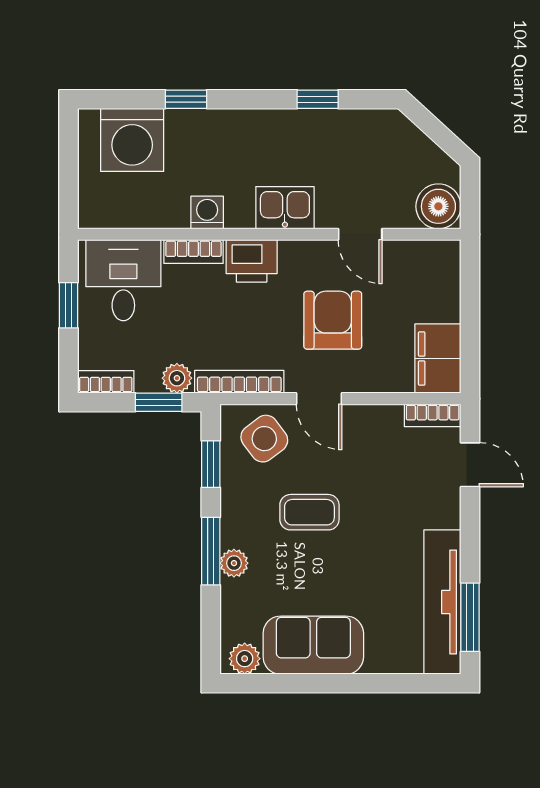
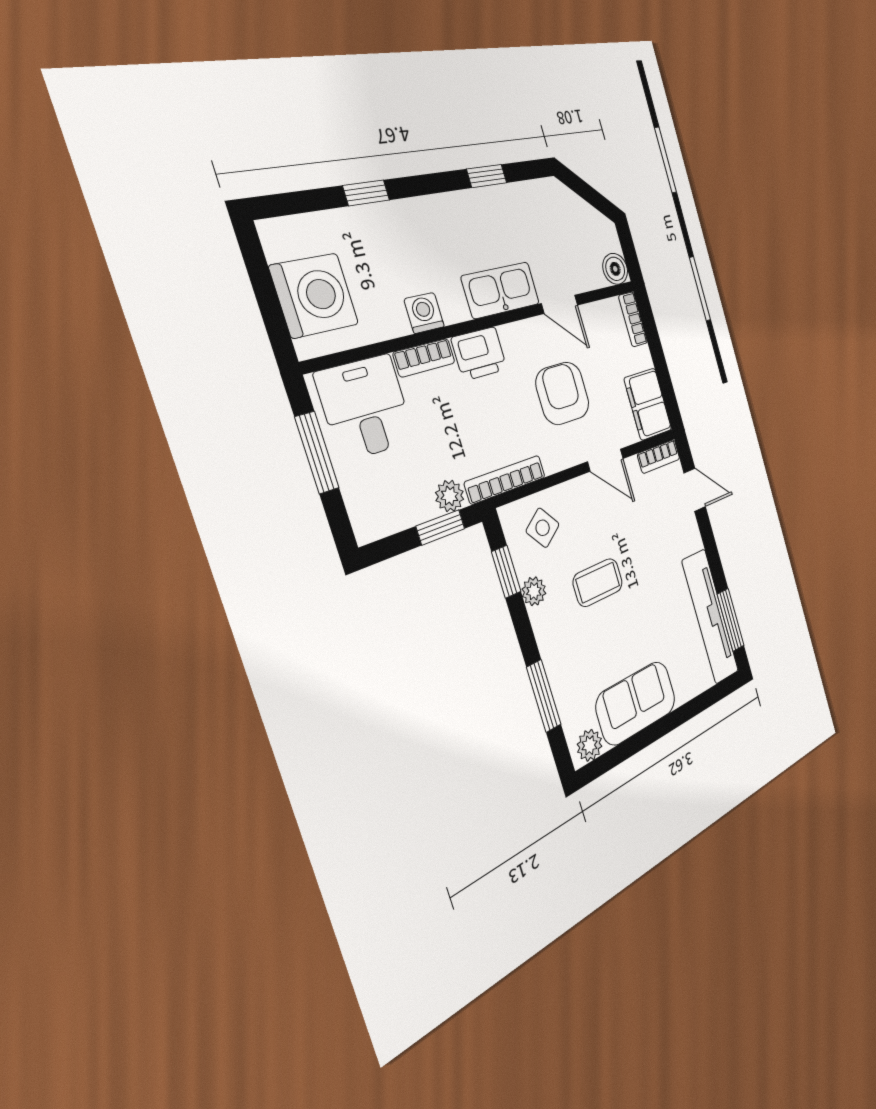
washing machine: (132, 140) -> (314, 295), moved, turned -90
boiler: (438, 206) -> (615, 269), width x0.73, depth x0.73
kitchen sink: (285, 208) -> (501, 290), width x1.38
window: (68, 305) -> (317, 453), width x1.50
bookcase: (106, 382) -> (633, 319), moved, turned -90
door: (319, 399) -> (605, 460), moved
side table: (264, 439) -> (543, 528), width x0.73, depth x0.73
window: (211, 551) -> (544, 696), moved
plant: (234, 563) -> (534, 591), moved

